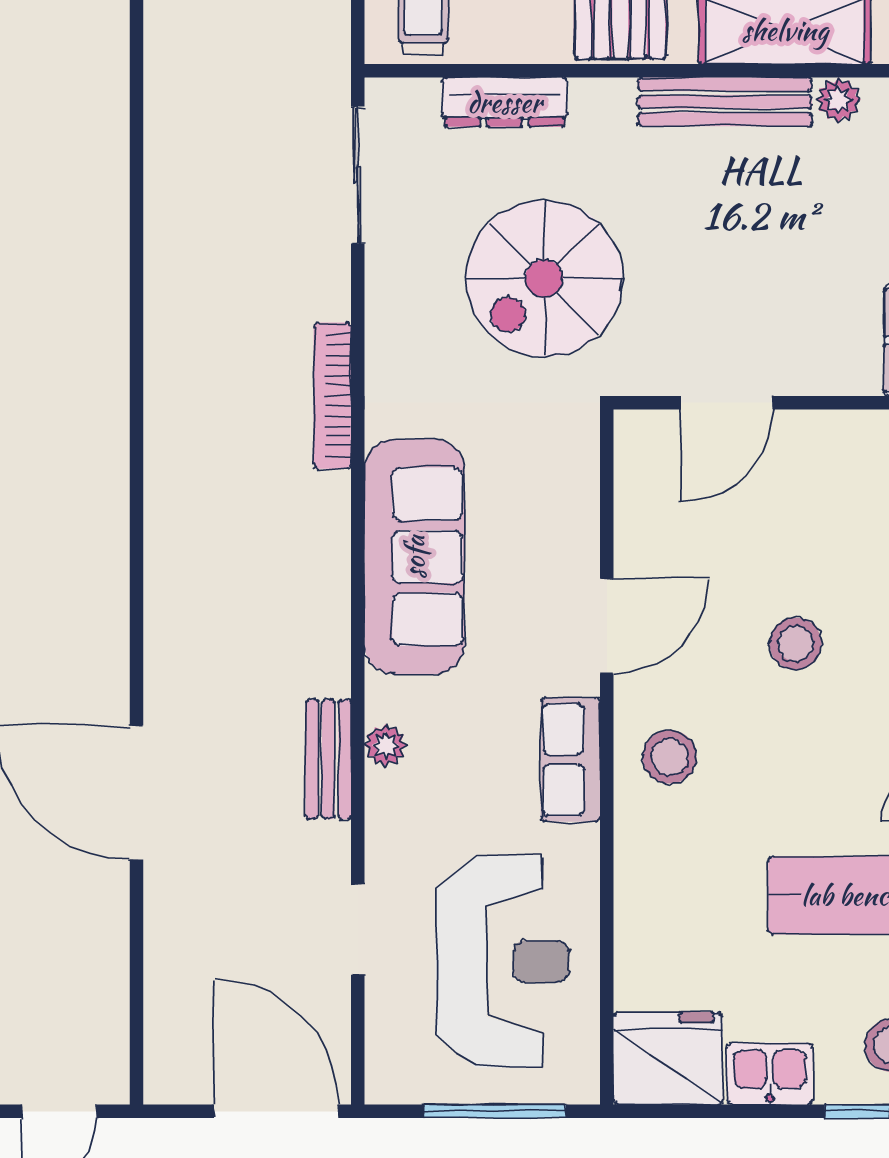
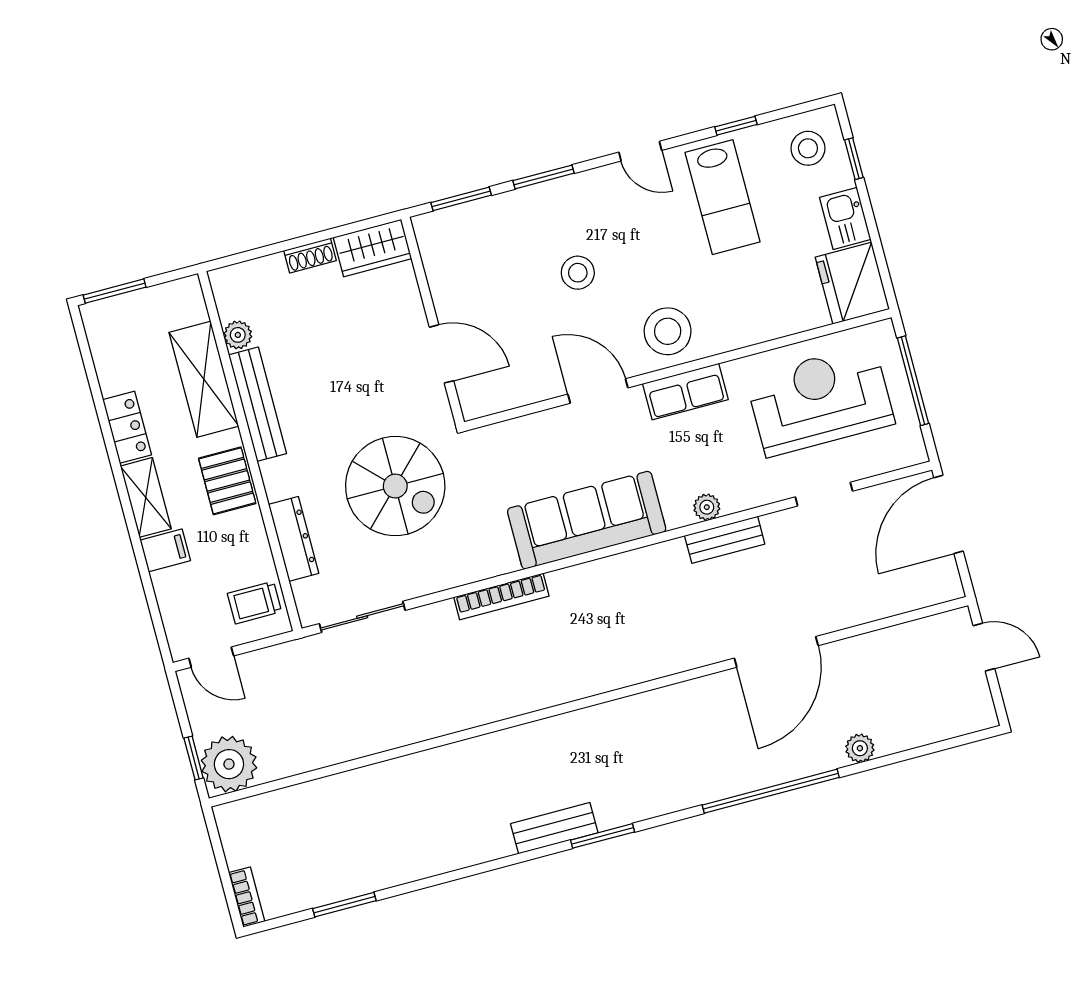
stool: (670, 757) -> (668, 331), width x1.38, depth x1.38

